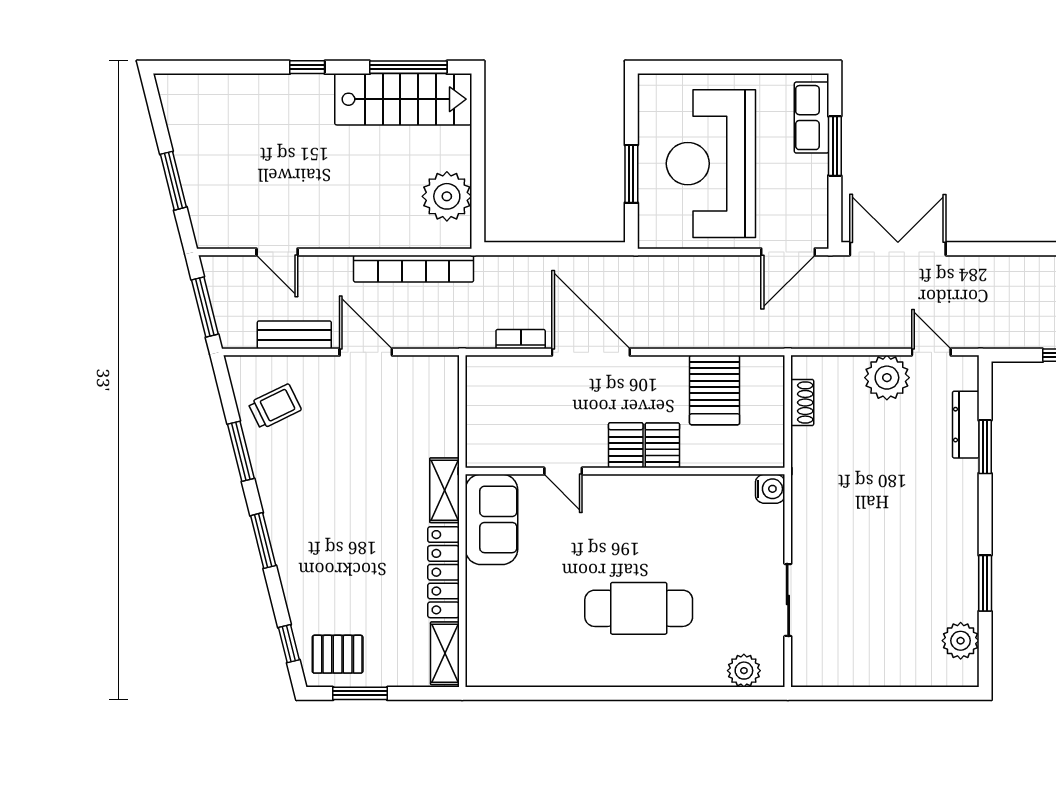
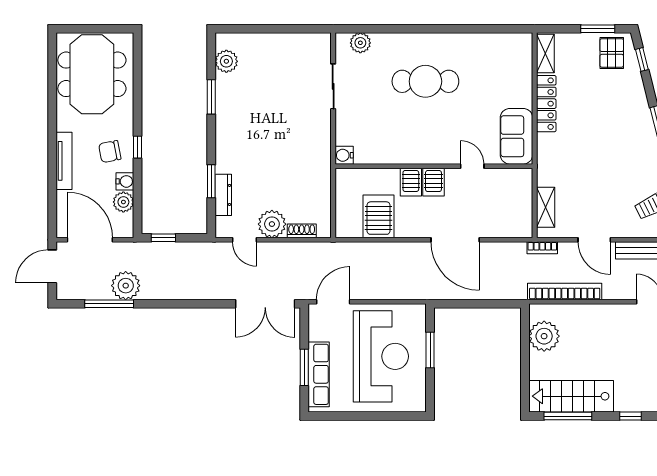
row of seats: (812, 118) -> (319, 374), width x1.48
bookcase: (521, 339) -> (542, 248), moved
shoe rack: (802, 402) -> (302, 231), moved, turned 90
shelving: (444, 490) -> (546, 207), moved
pallet: (338, 654) -> (612, 53), turned 90

